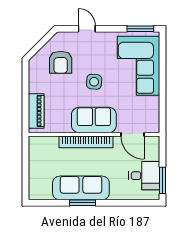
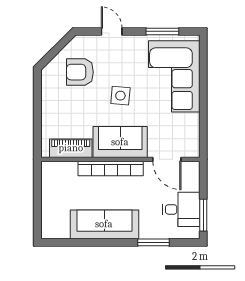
window: (140, 29) -> (162, 31), moved
armchair: (61, 62) -> (80, 72), turned 90
piano: (36, 111) -> (71, 148), moved, turned -90
window: (83, 203) -> (154, 242), moved

